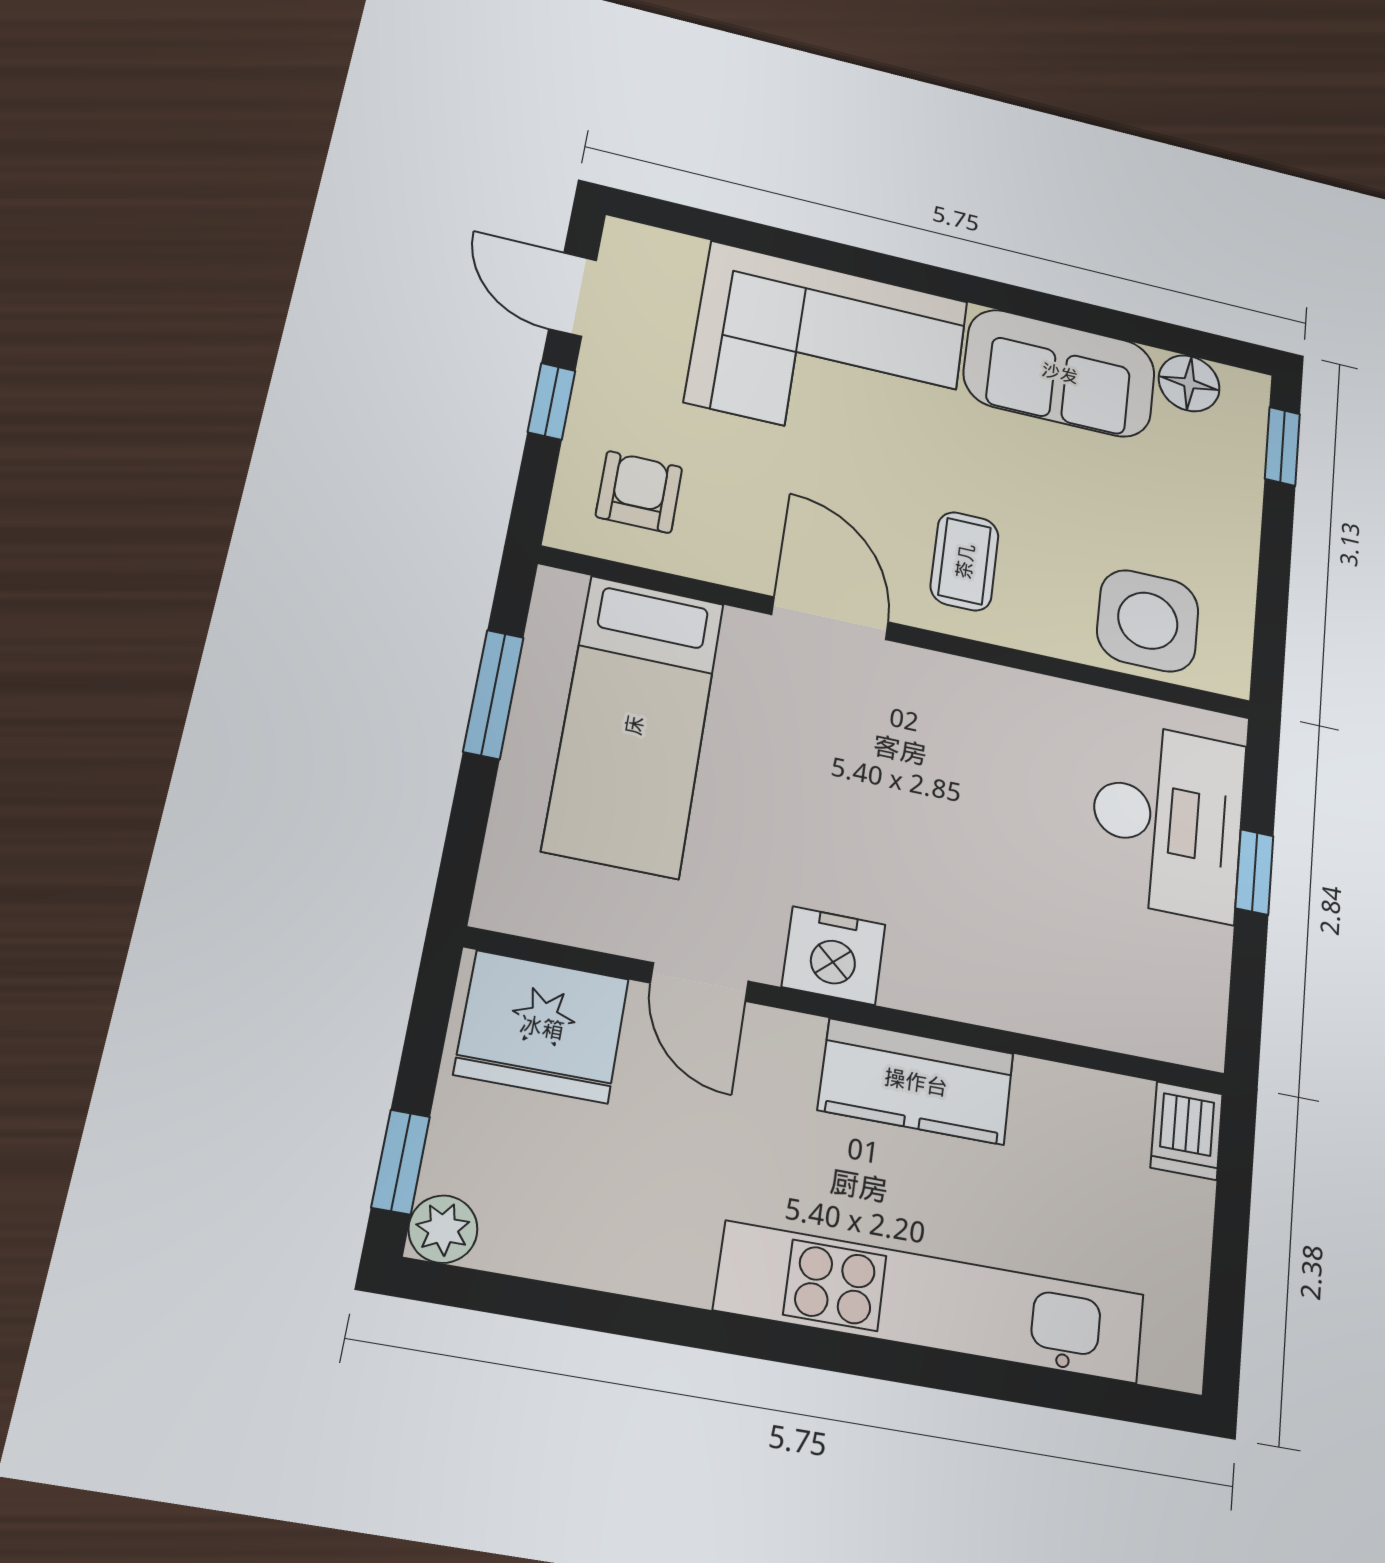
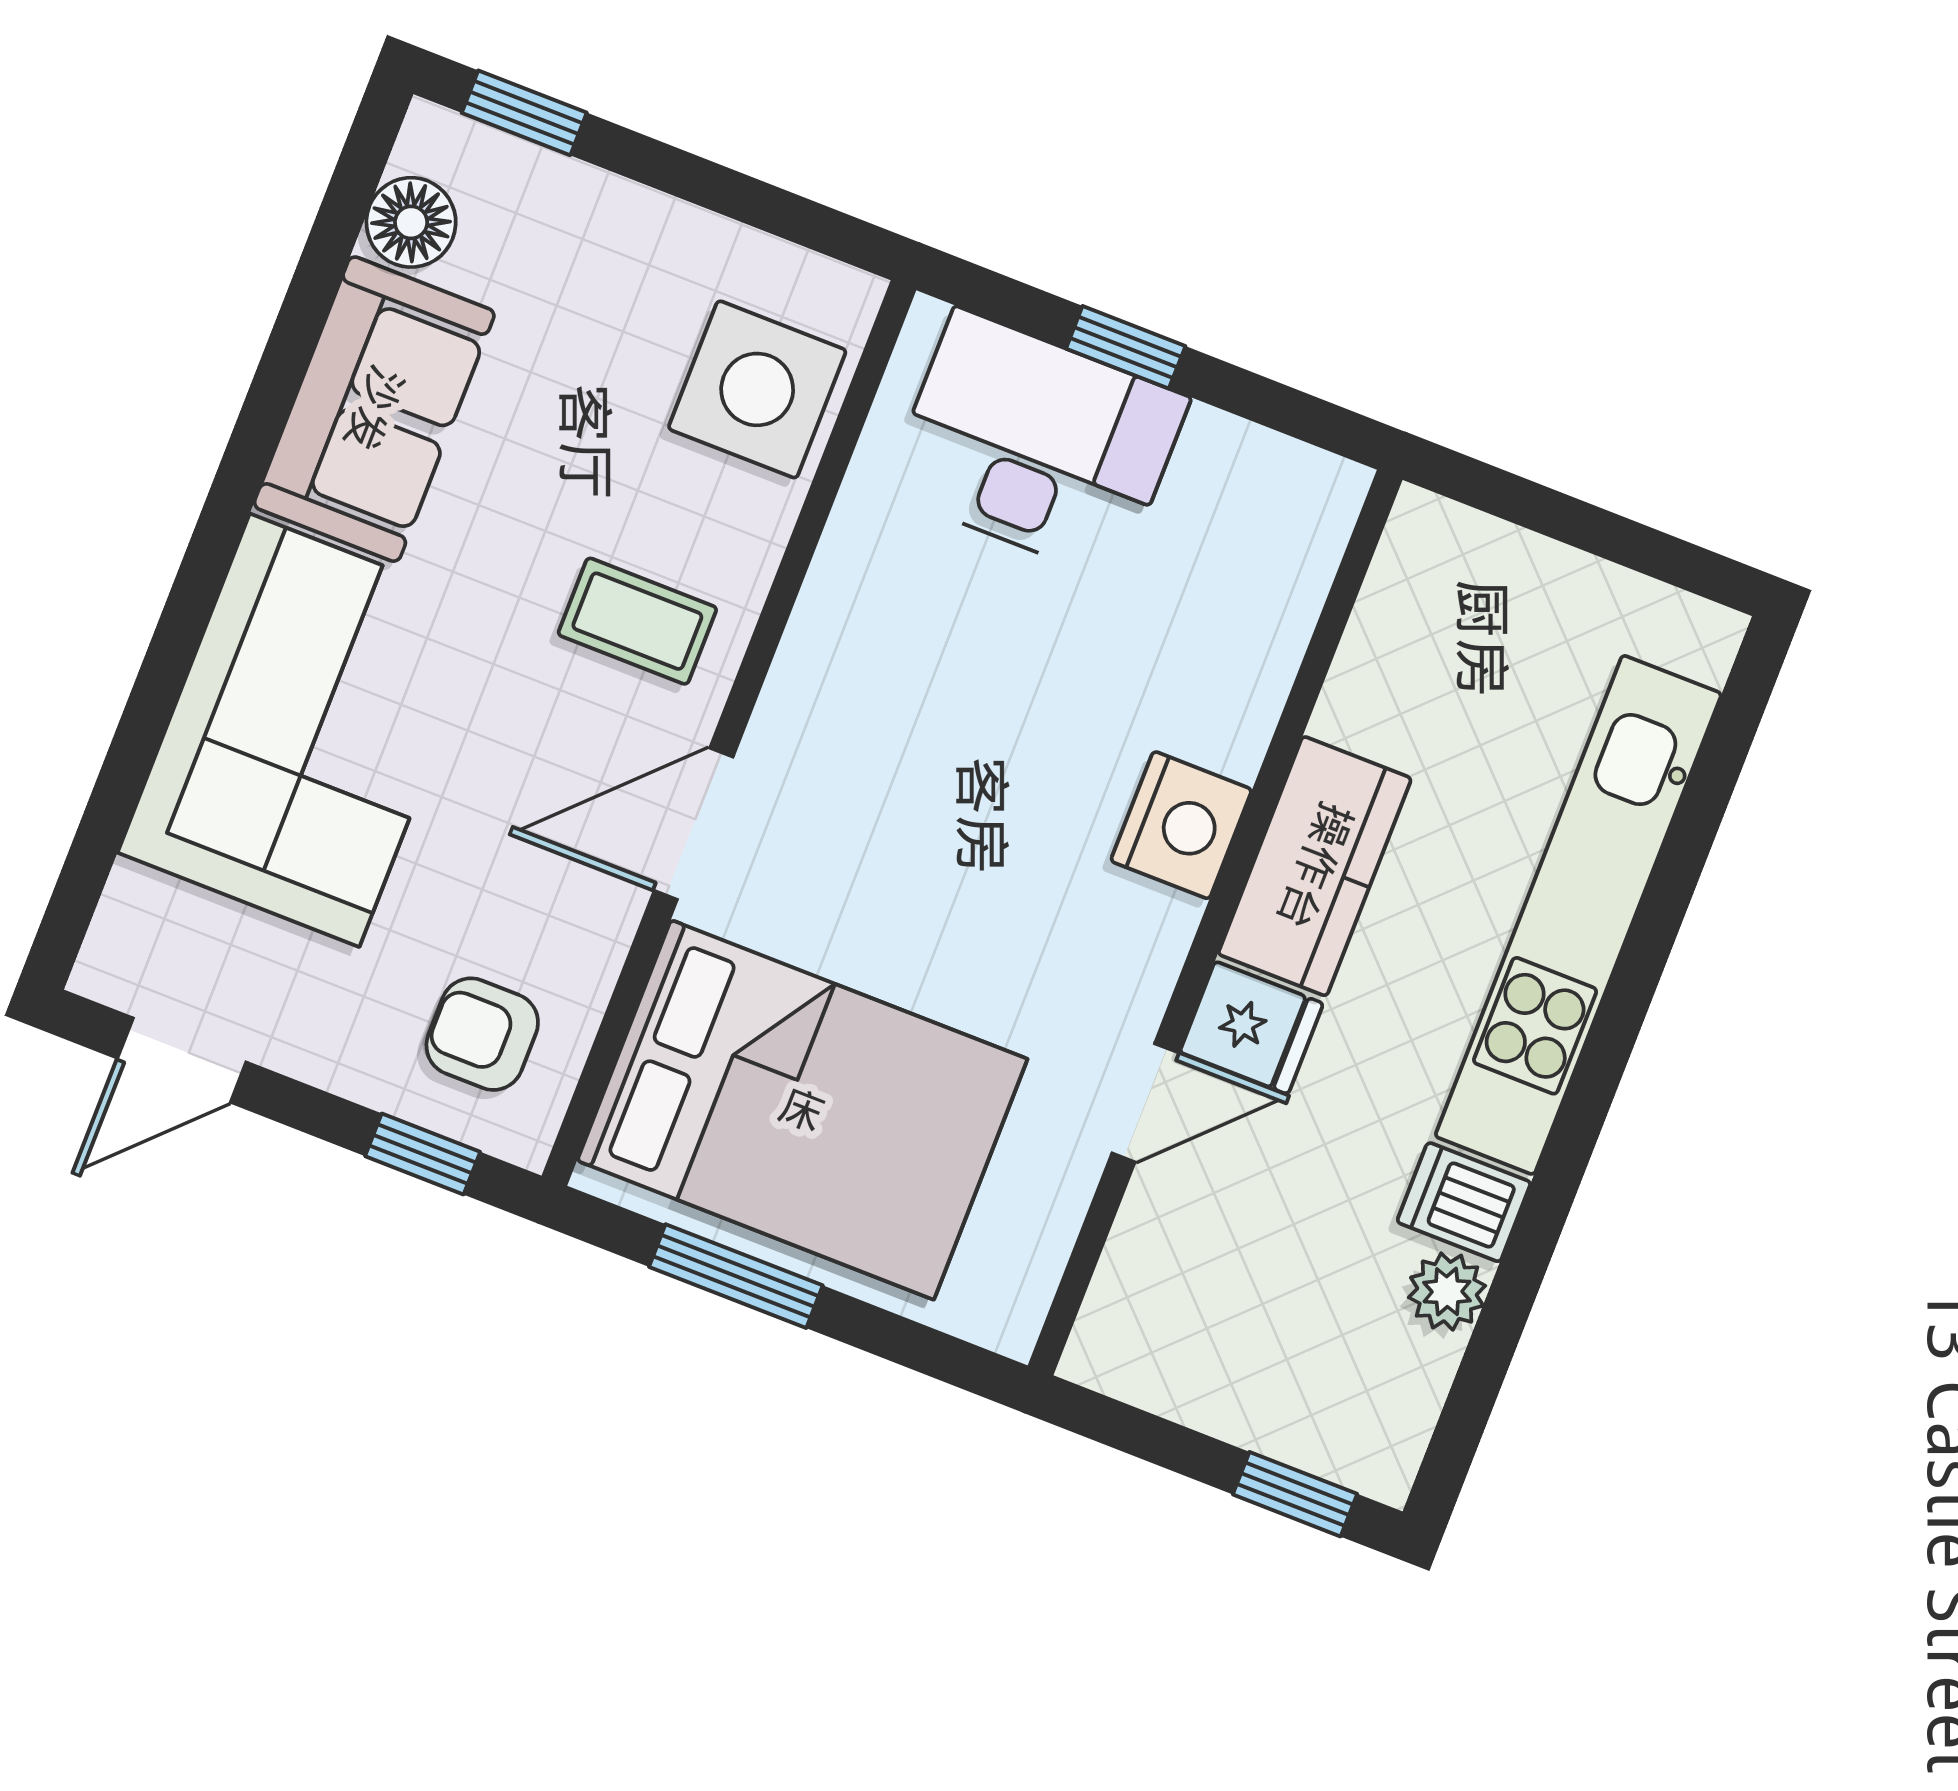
window: (551, 401) -> (423, 1154), moved
bed: (634, 725) -> (802, 1110), width x1.50
nightstand: (834, 956) -> (1181, 825), moved
fridge: (542, 1027) -> (1251, 1028), moved, width x0.53, depth x0.75
dishwasher: (1187, 1131) -> (1464, 1202), moved, turned 180
plant: (443, 1229) -> (1447, 1292), moved

